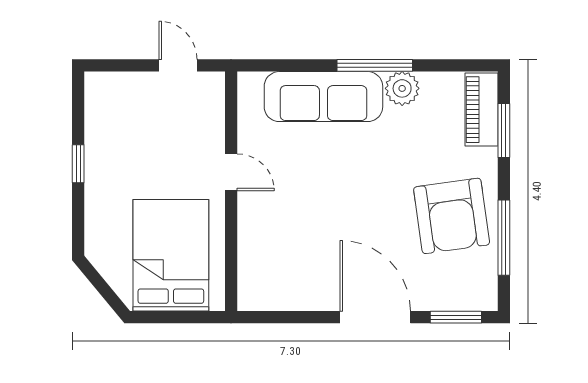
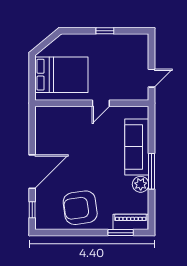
window: (504, 238) -> (70, 233), removed
window: (456, 317) -> (32, 210), width x0.67

